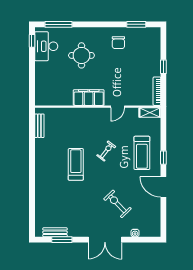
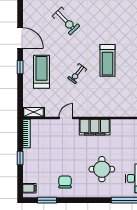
filing cabinet: (154, 36) -> (29, 188), added

